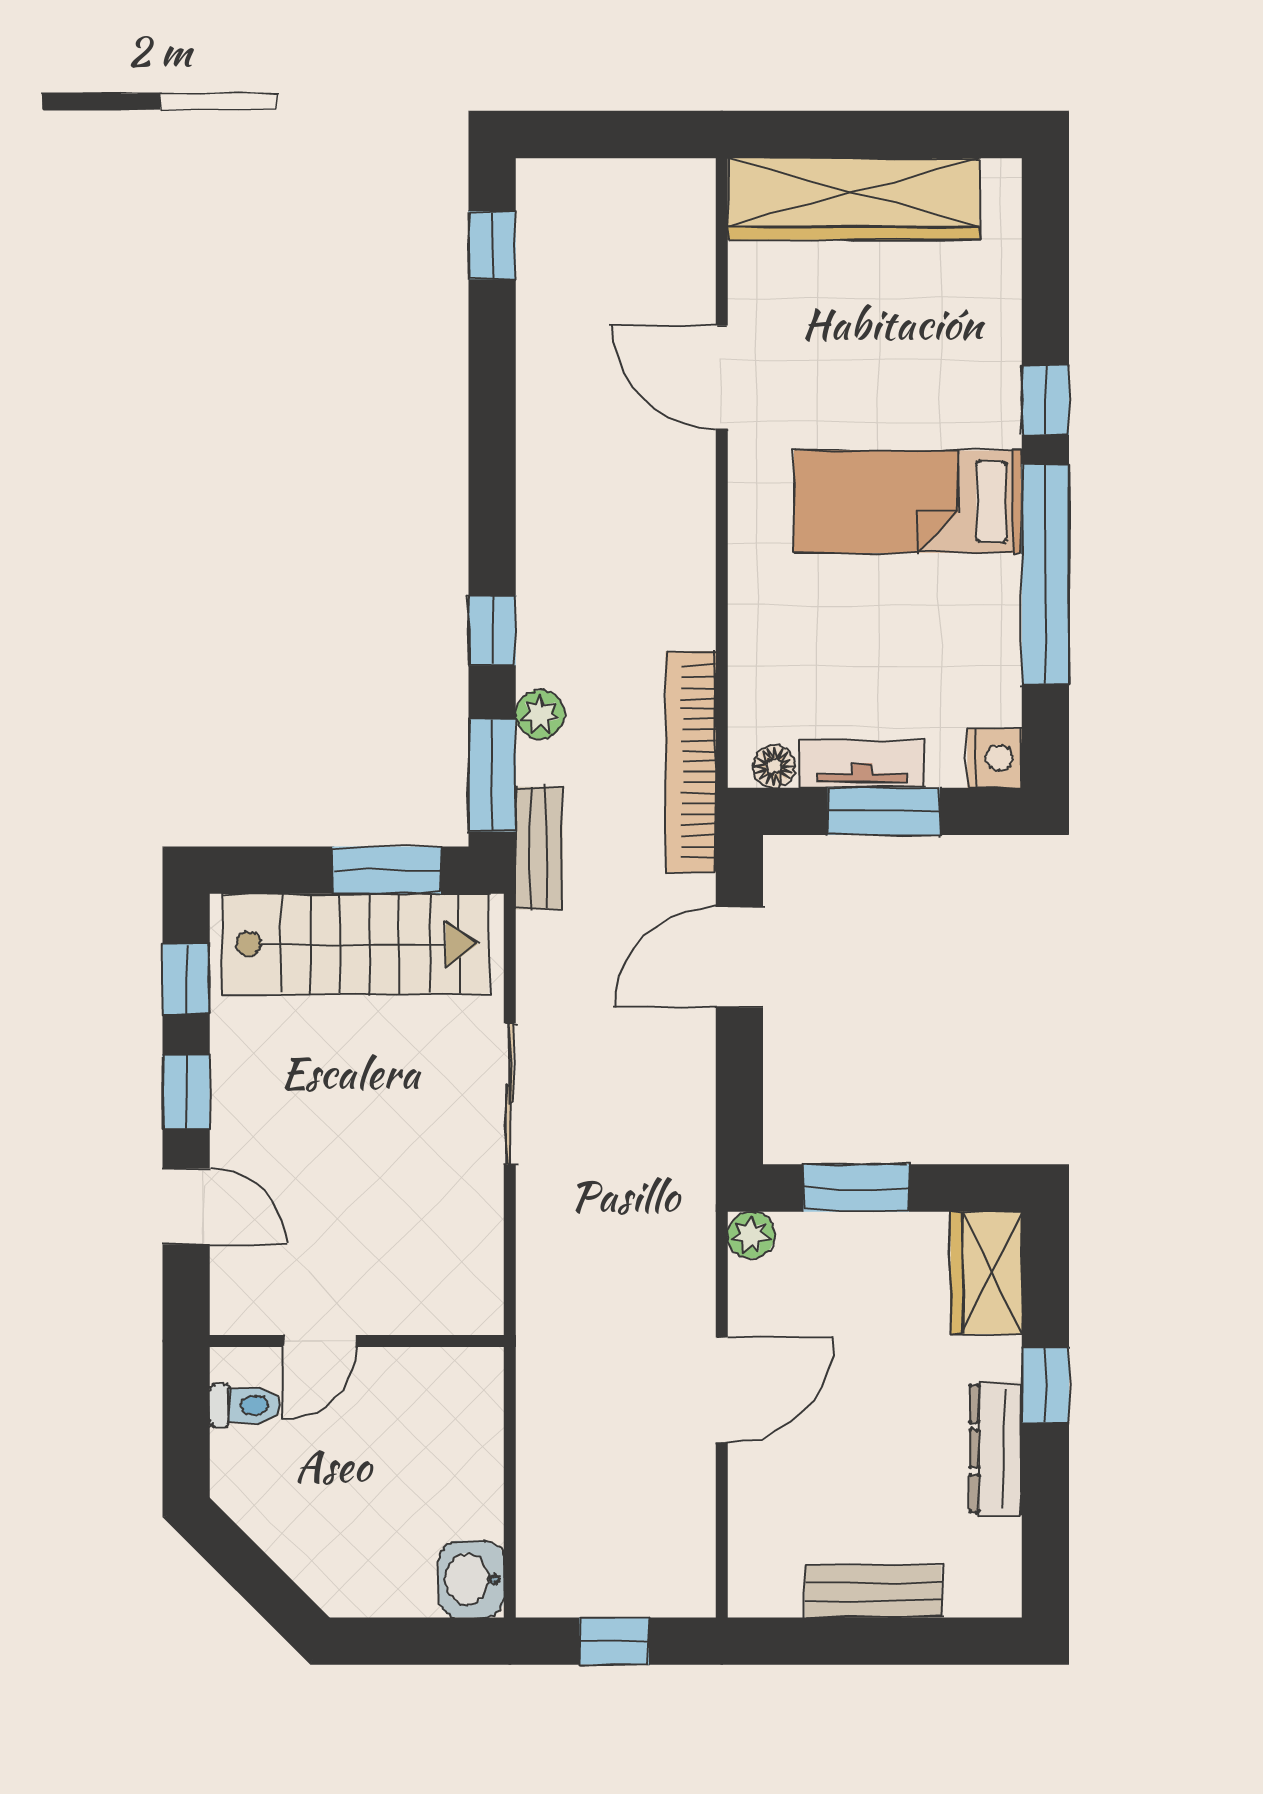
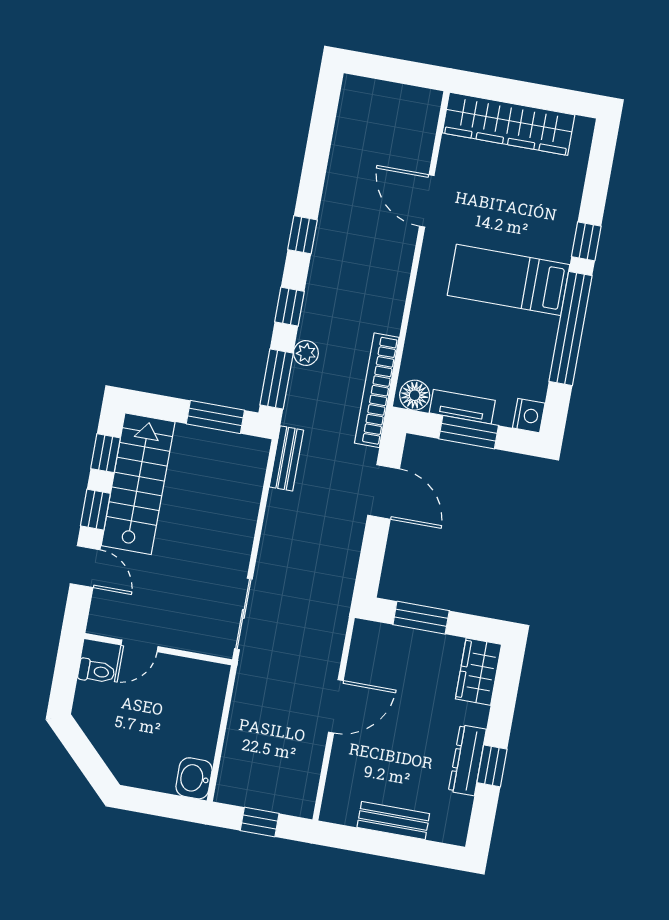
window: (492, 245) -> (302, 235), moved
floor lamp: (774, 766) -> (415, 395), width x1.37, depth x1.37
bench: (539, 848) -> (286, 458), moved
stairs: (355, 944) -> (138, 484), moved, turned -90
door: (739, 957) -> (384, 492), swing flipped
sliding door: (510, 1094) -> (243, 614), moved
plant: (751, 1235) -> (364, 632), removed
window: (1045, 1385) -> (492, 766), moved

